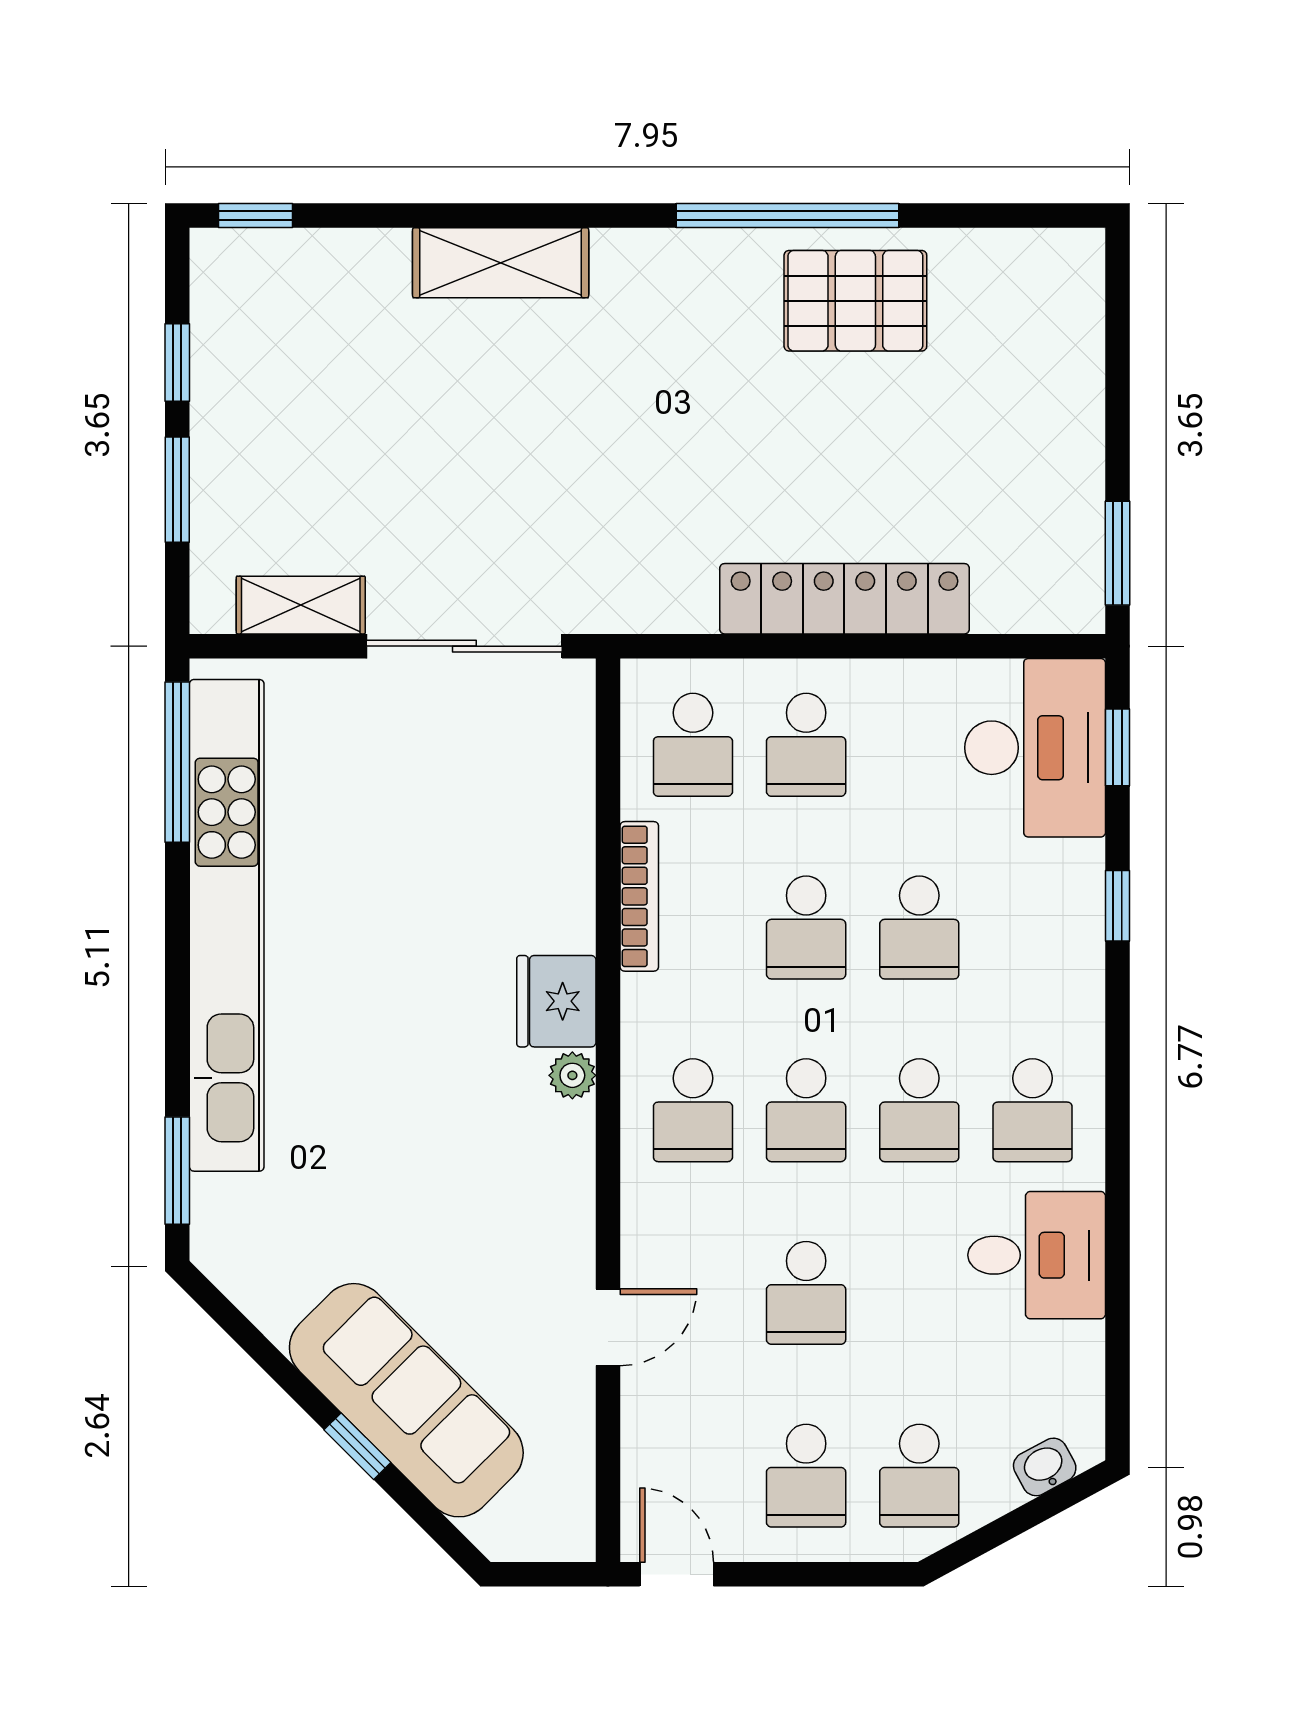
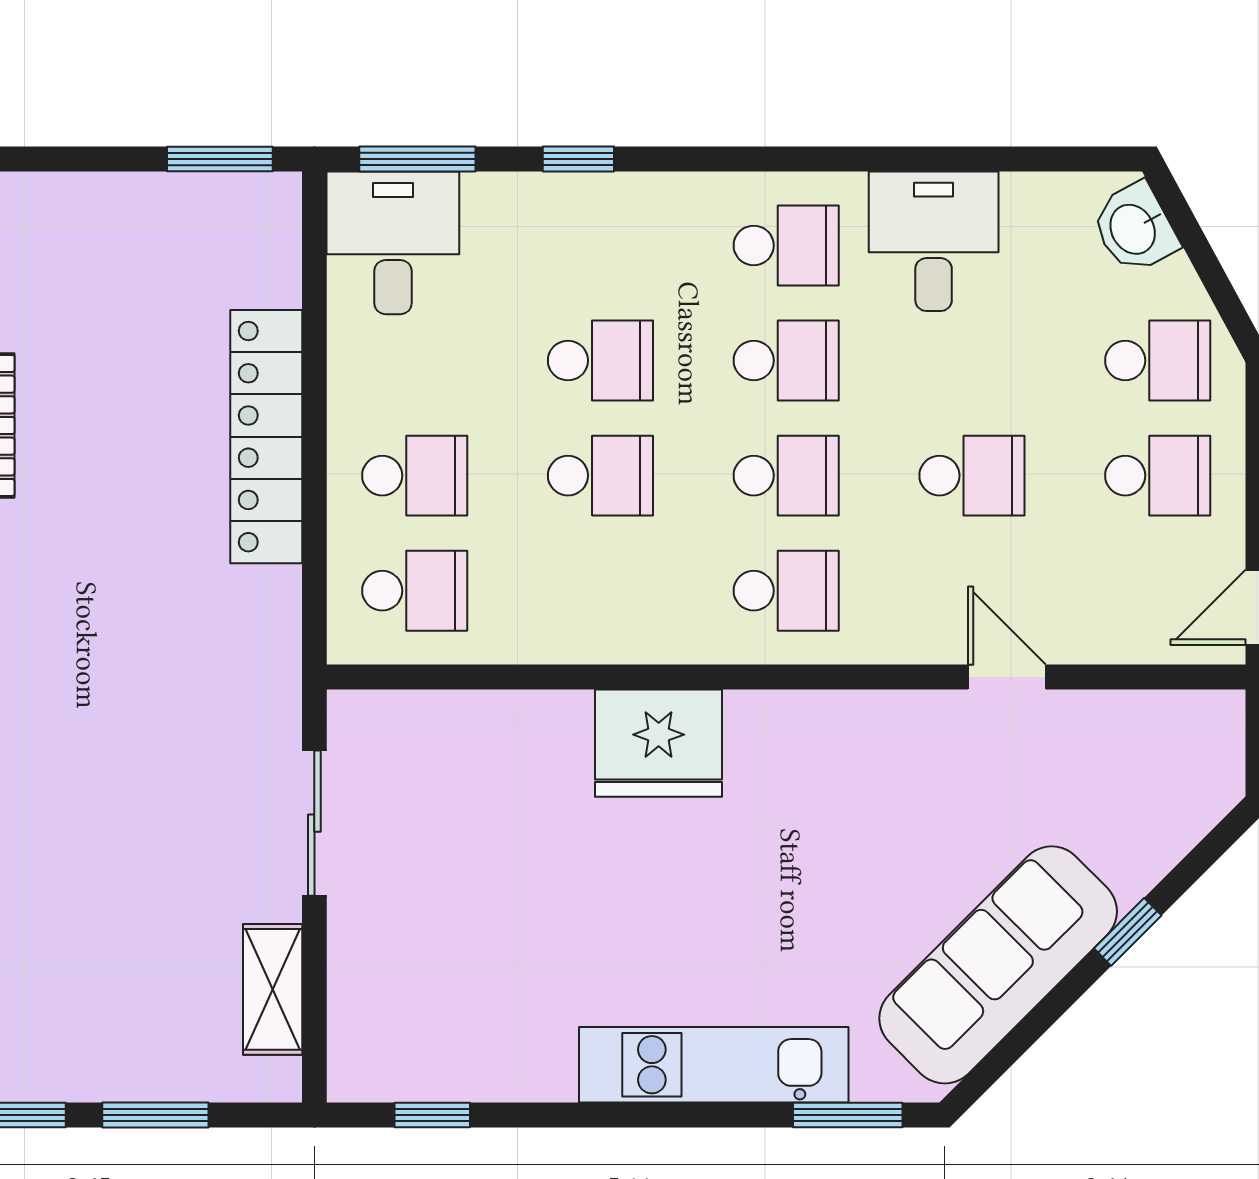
sliding door: (464, 646) -> (314, 823), width x0.73
window: (1117, 747) -> (417, 159), width x1.50
desk: (1035, 748) -> (393, 243), width x0.73
window: (177, 762) -> (432, 1115), width x0.46
bookcase: (639, 896) -> (569, 645), removed
kitchen unit: (227, 925) -> (714, 1065), width x0.54
fridge: (556, 1001) -> (659, 743), width x1.36, depth x1.34
plant: (572, 1075) -> (751, 713), removed
sofa: (406, 1400) -> (998, 965), moved
washbasin: (1045, 1467) -> (1134, 228), width x1.38, depth x1.45

